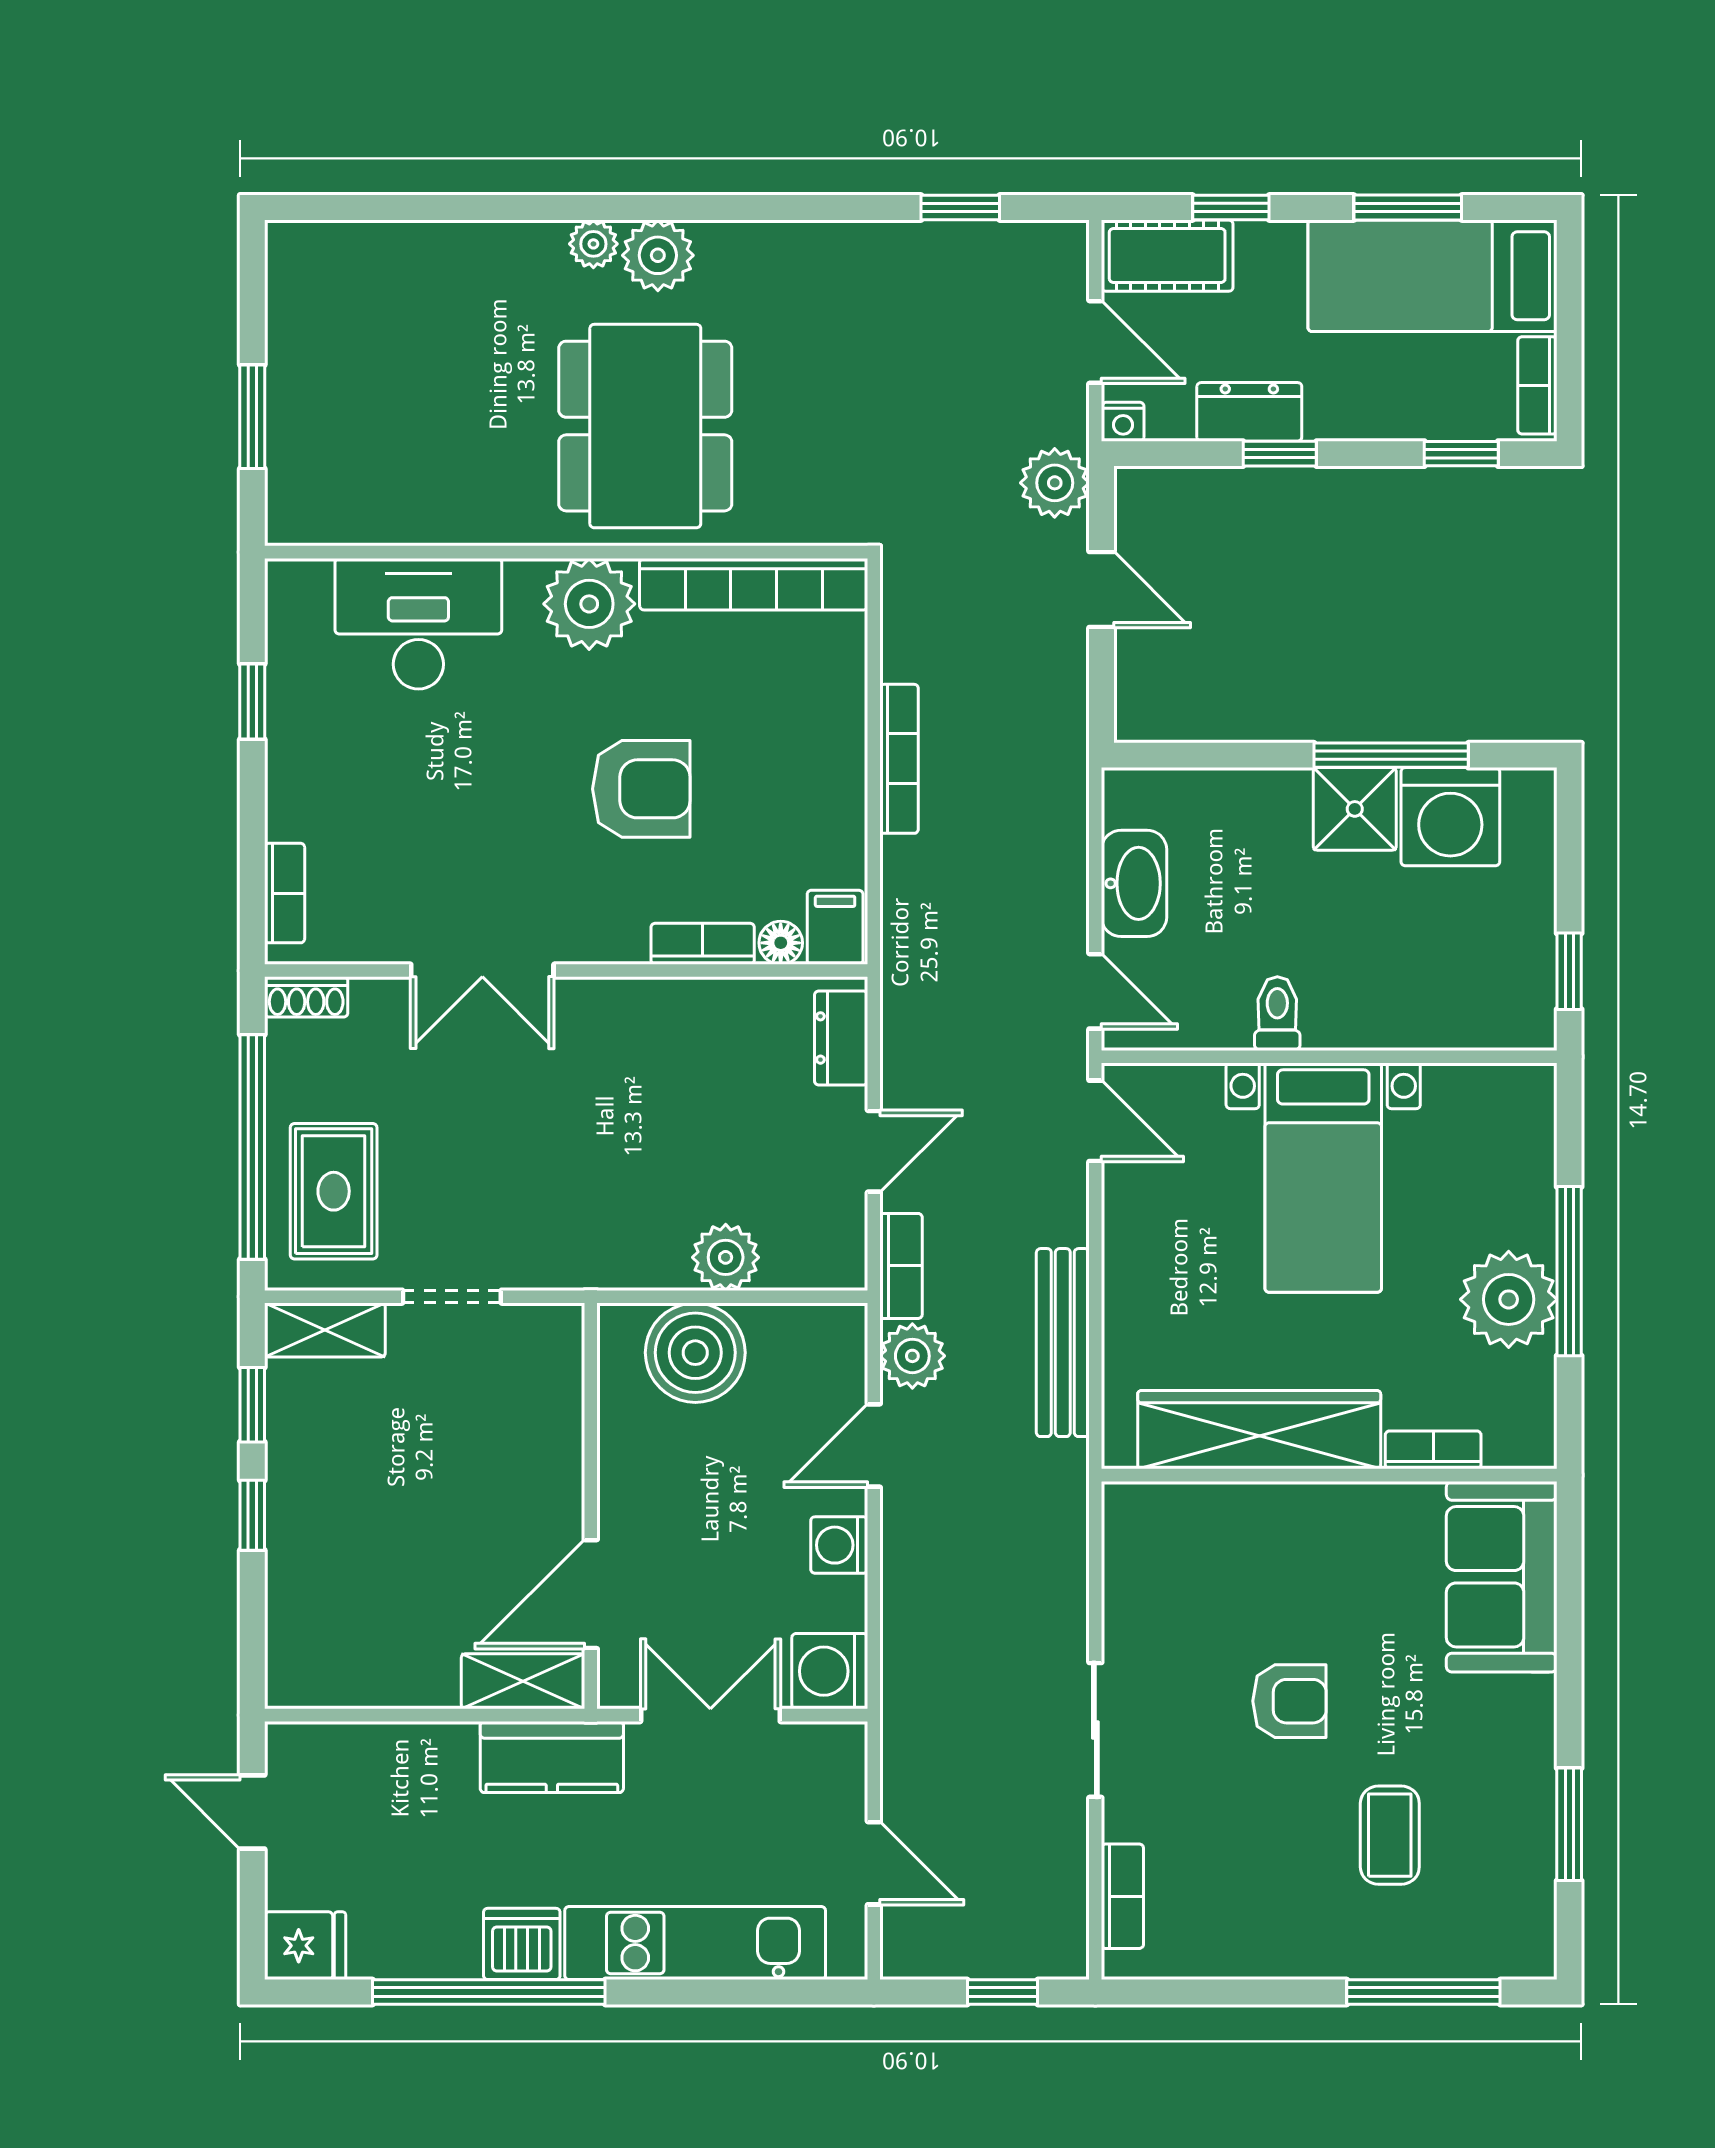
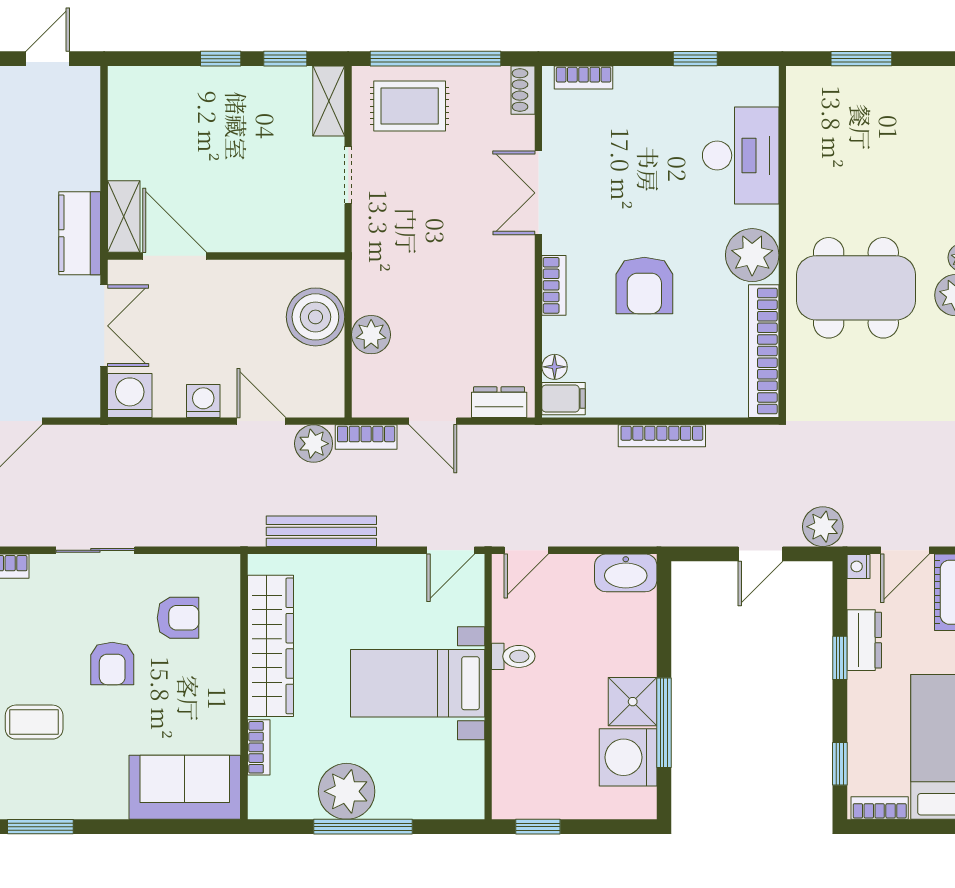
washbasin: (1134, 883) -> (626, 573), moved
bookcase: (703, 944) -> (554, 285), moved
armchair: (1211, 1588) -> (178, 618), added

